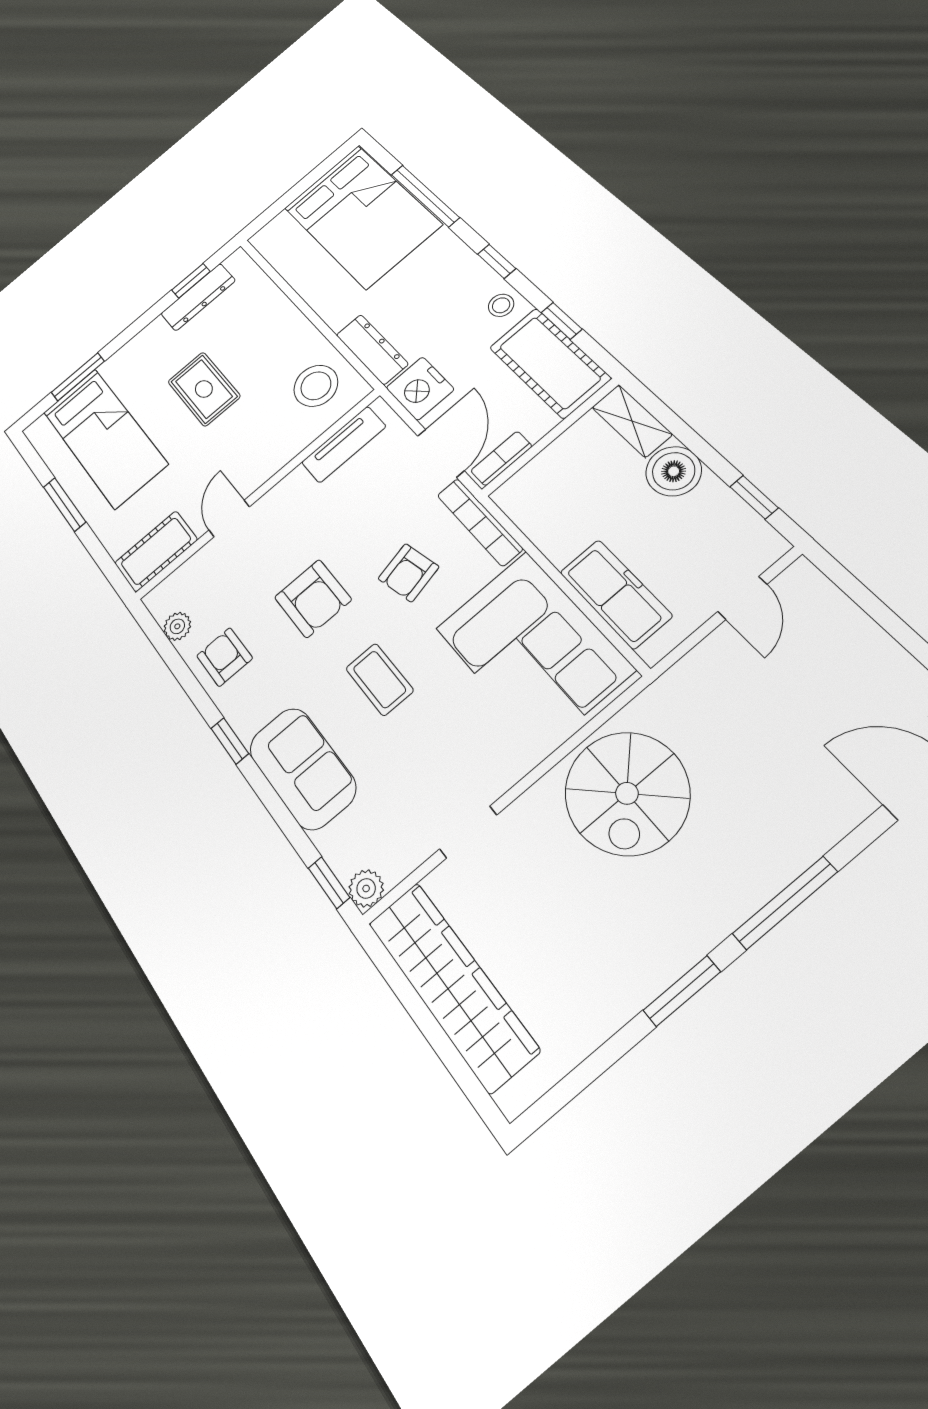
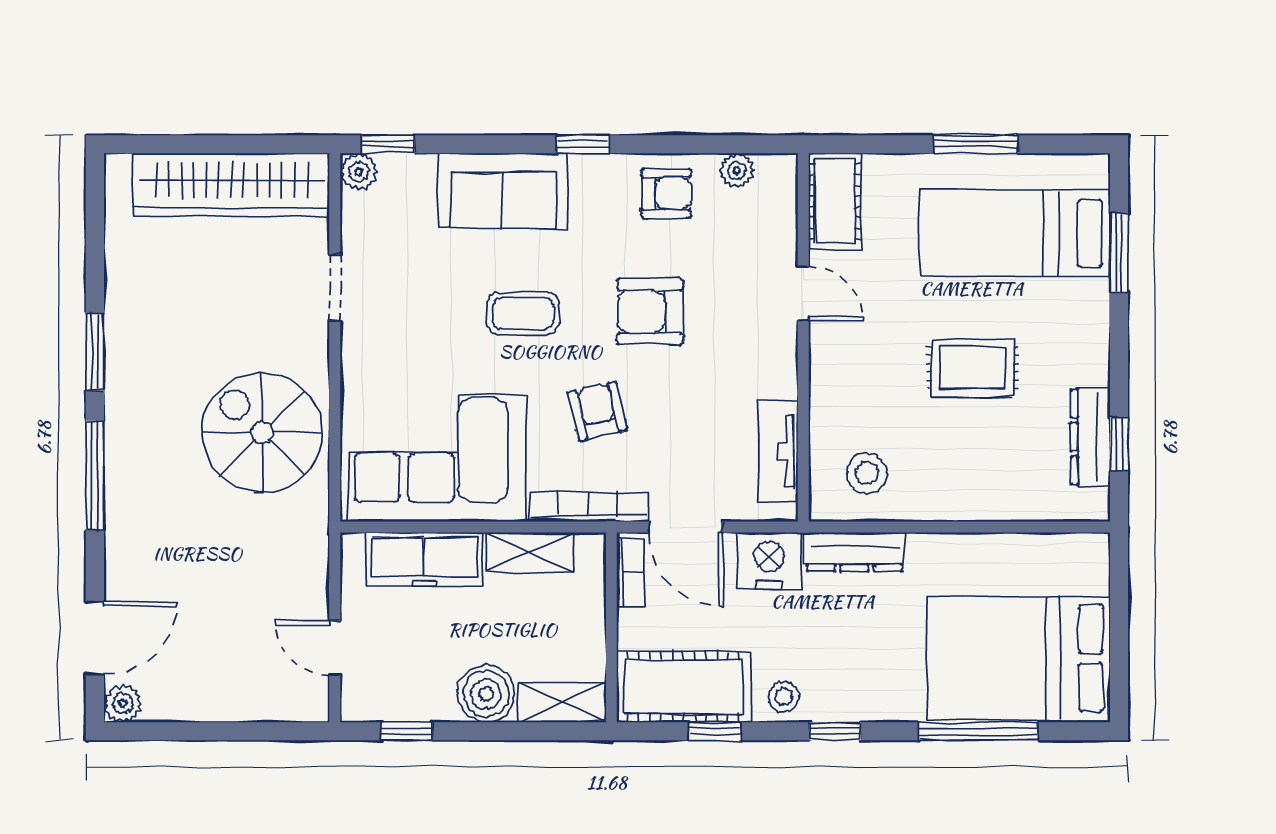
stool: (316, 386) -> (867, 473), width x0.73, depth x0.73
shelving: (545, 531) -> (530, 552), added

